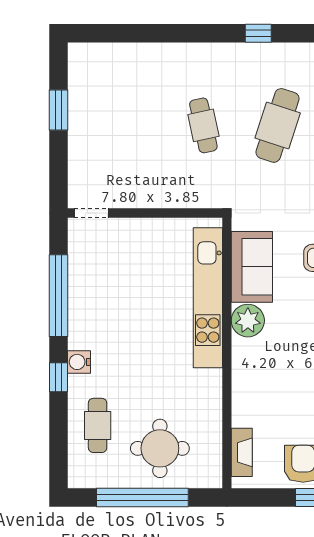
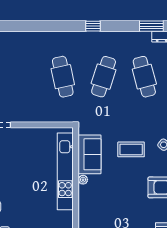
cafe table: (203, 125) -> (63, 77), width x1.37, depth x1.35
plant: (248, 321) -> (83, 180), width x0.53, depth x0.53

